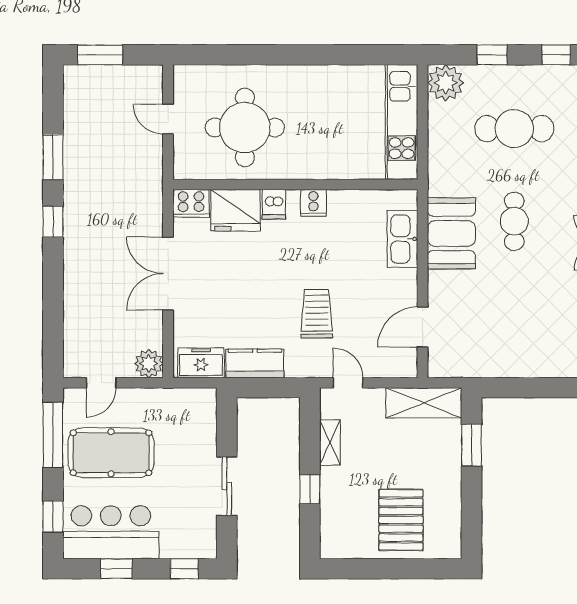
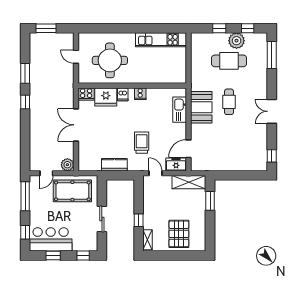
plant: (446, 83) -> (237, 41), moved
kitchen unit: (402, 122) -> (161, 40), moved, turned -90
freezer: (201, 363) -> (176, 164), moved
shelving: (330, 442) -> (148, 240), moved
pool table: (111, 453) -> (72, 191), moved

